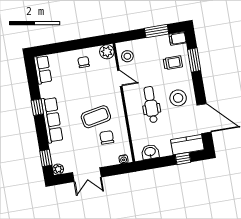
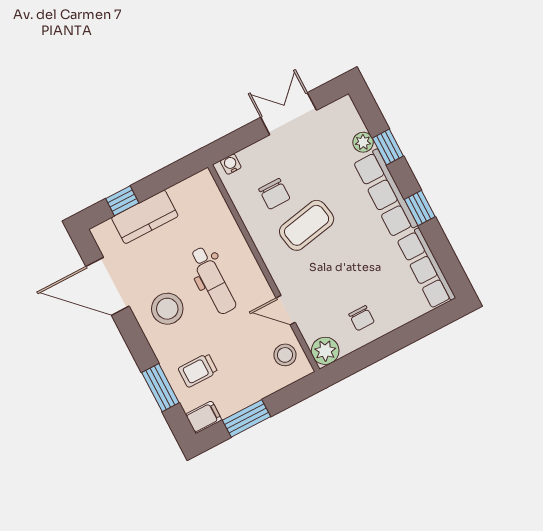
row of seats: (43, 70) -> (426, 269), width x1.48
kitchen counter: (187, 145) -> (145, 217), moved
washbasin: (150, 152) -> (186, 193), removed
window: (46, 158) -> (388, 147), moved
plant: (58, 169) -> (363, 142), moved

